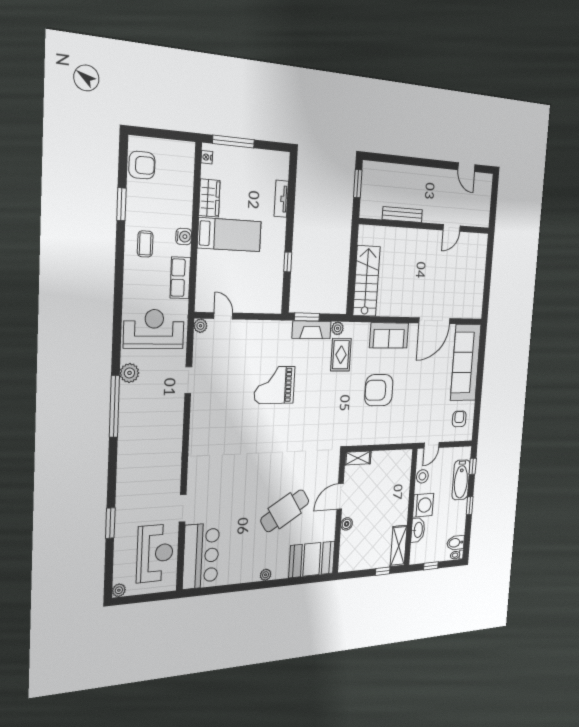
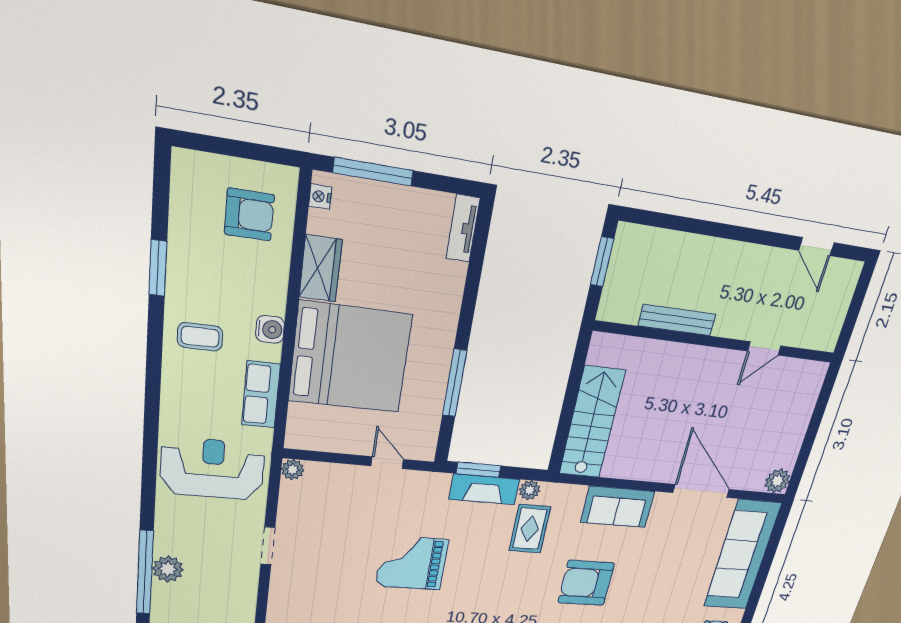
armchair: (142, 165) -> (249, 215), moved
tv unit: (281, 199) -> (463, 228), moved
bed: (230, 235) -> (350, 358), width x2.04
coffee table: (145, 244) -> (200, 337), turned 90
window: (288, 262) -> (455, 383), width x2.17
plant: (475, 310) -> (777, 481), added
door: (223, 316) -> (387, 463), moved
door: (434, 321) -> (701, 491), swing flipped
plant: (129, 373) -> (168, 569), moved

